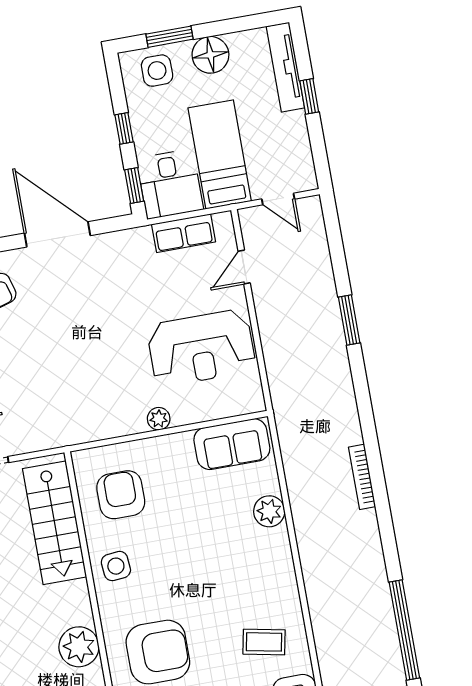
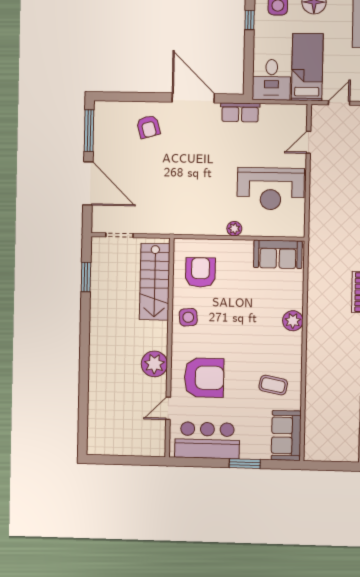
window: (124, 128) -> (250, 20), moved
window: (134, 185) -> (248, 76), removed
door: (278, 199) -> (339, 103), swing flipped
row of seats: (184, 233) -> (240, 112), moved
plant: (269, 511) -> (293, 321), moved

